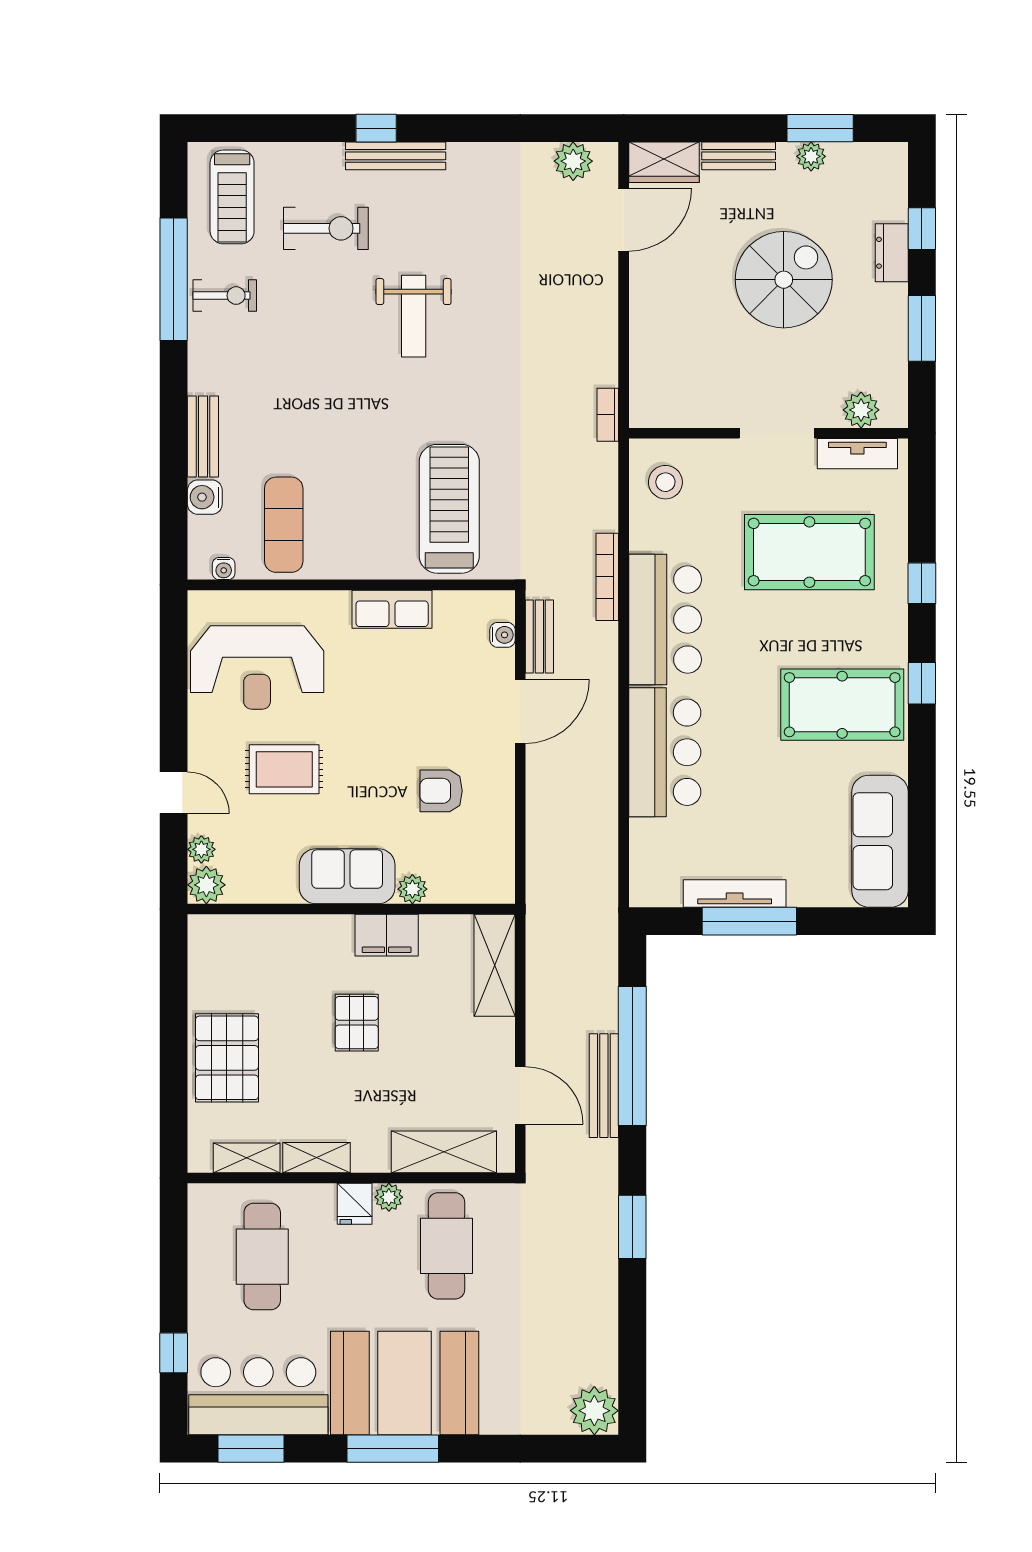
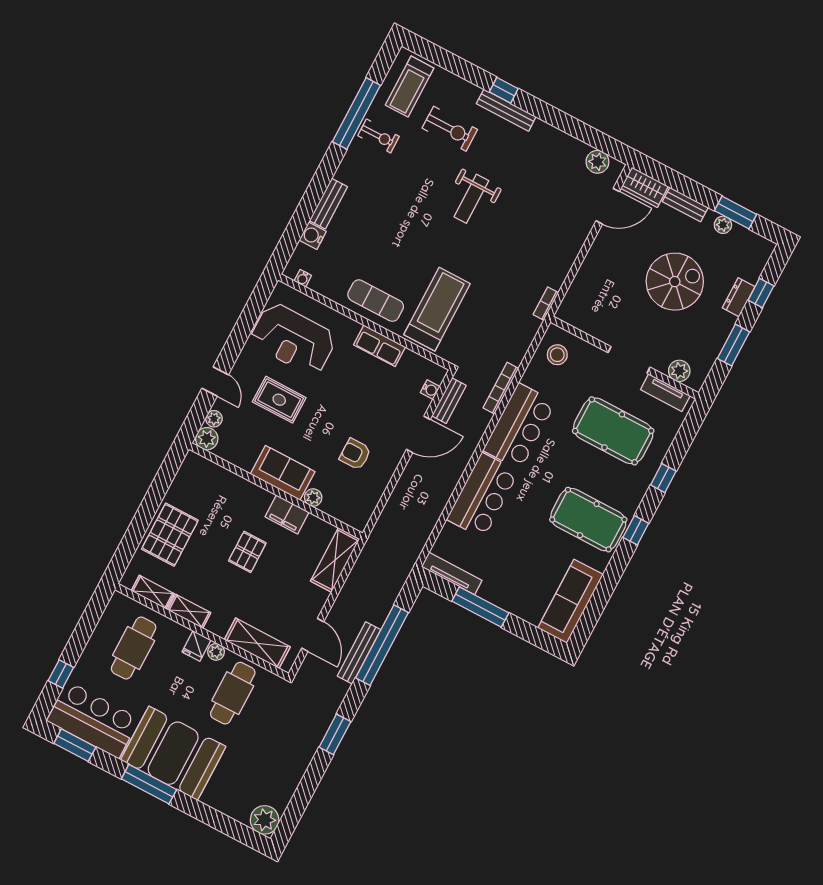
exercise mat: (284, 525) -> (376, 301), moved, turned 90
tv unit: (735, 893) -> (452, 573), moved

